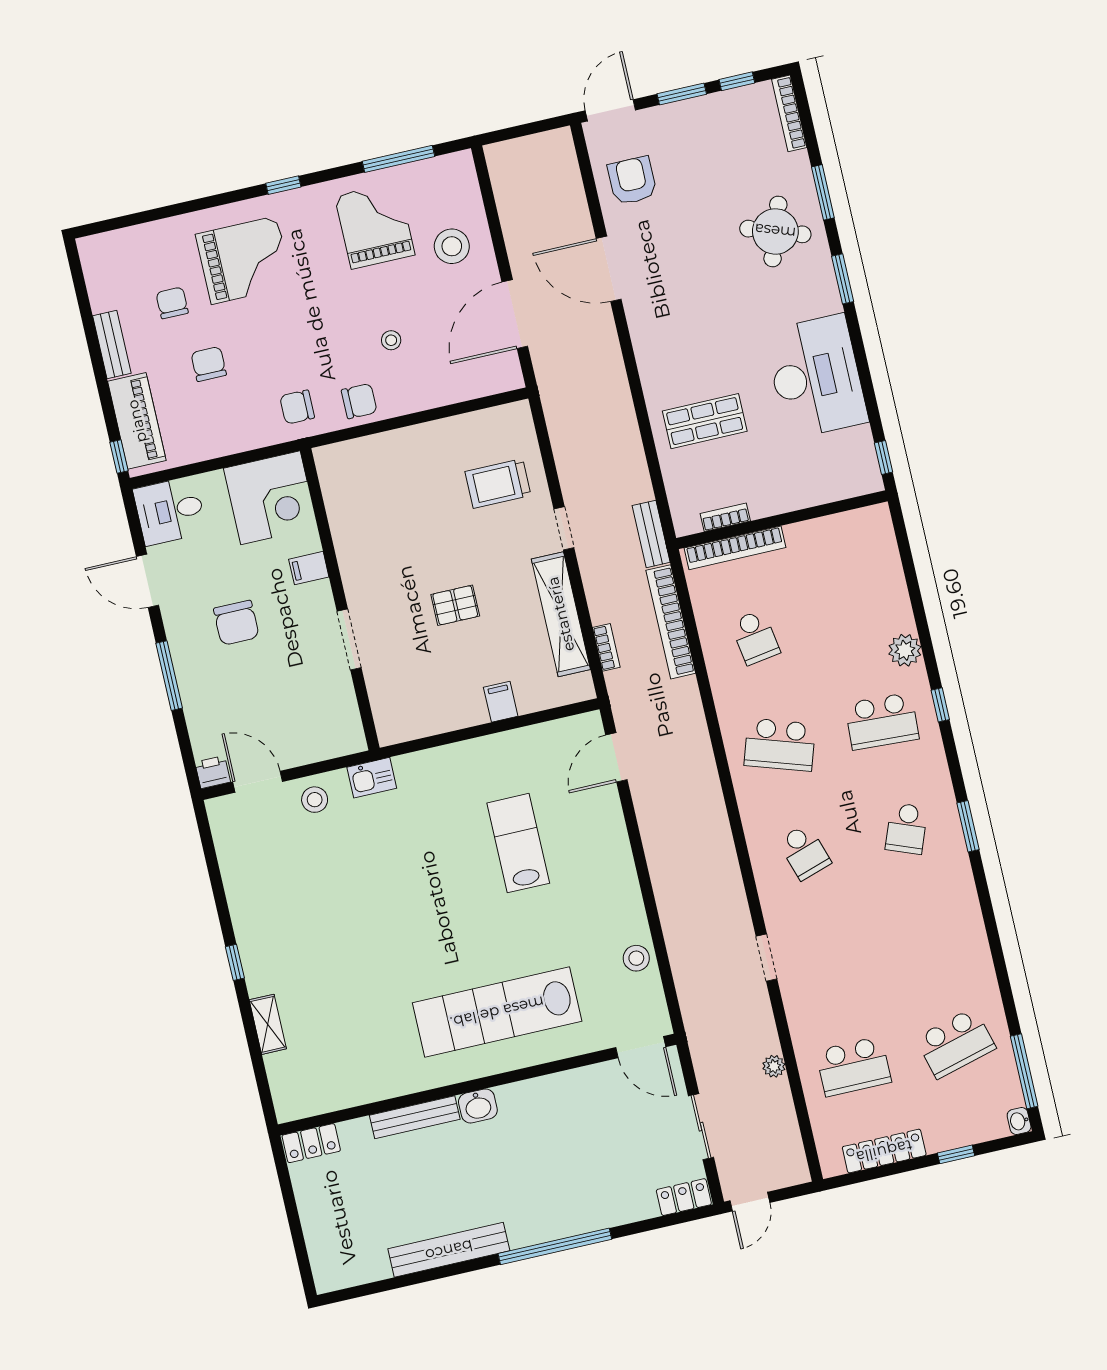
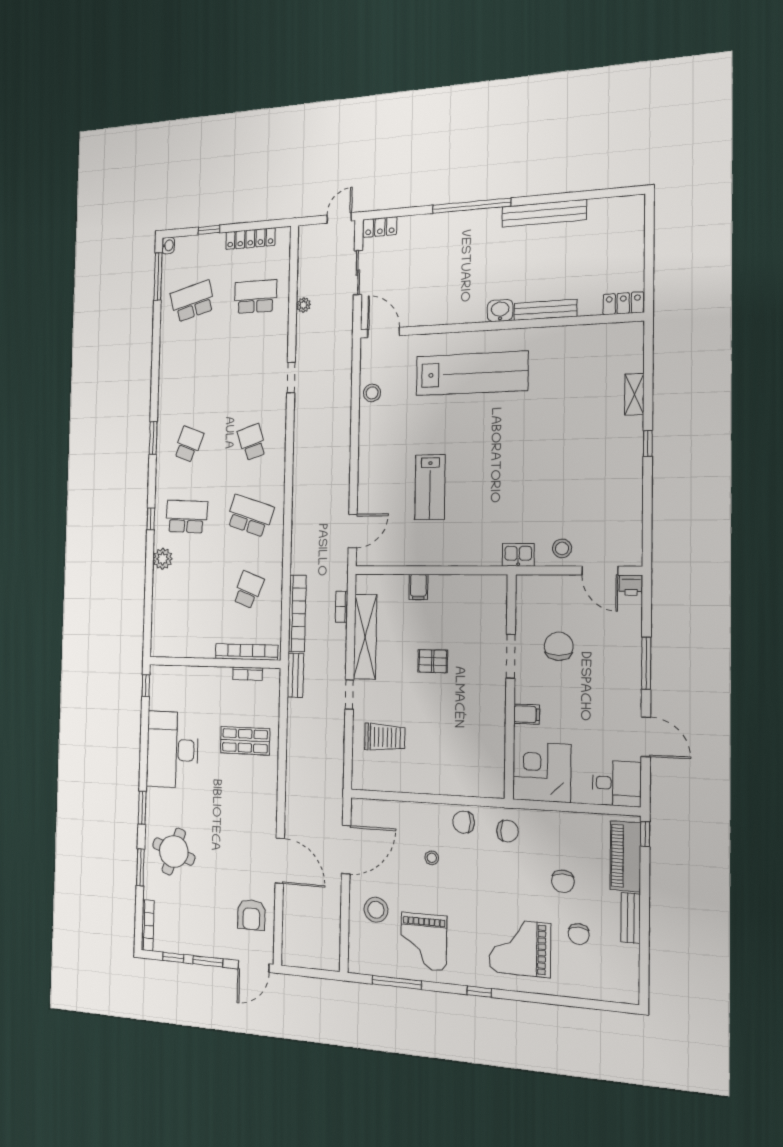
chair: (236, 623) -> (559, 646), moved
school desk: (755, 637) -> (248, 590), turned 30

